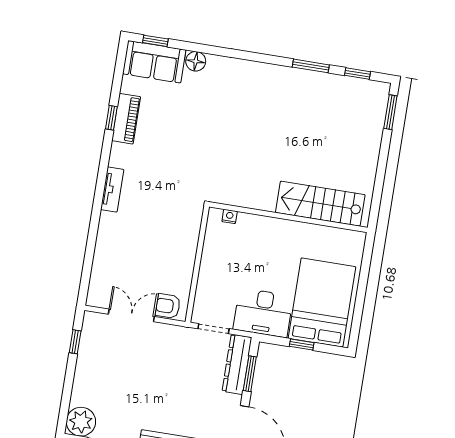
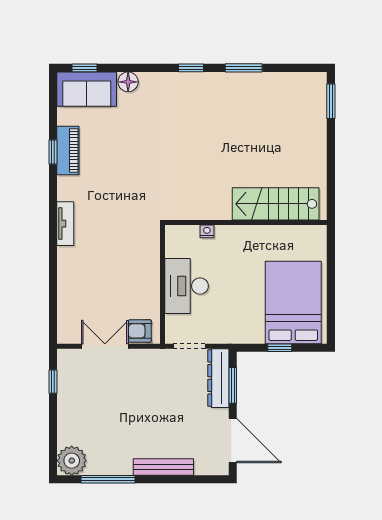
window: (358, 74) -> (191, 68), moved
nightstand: (230, 216) -> (207, 231), moved
desk: (263, 313) -> (187, 286), moved, turned 90

